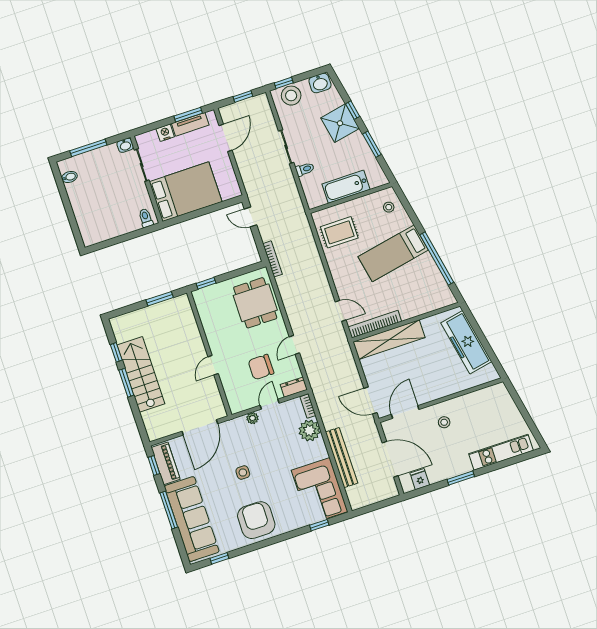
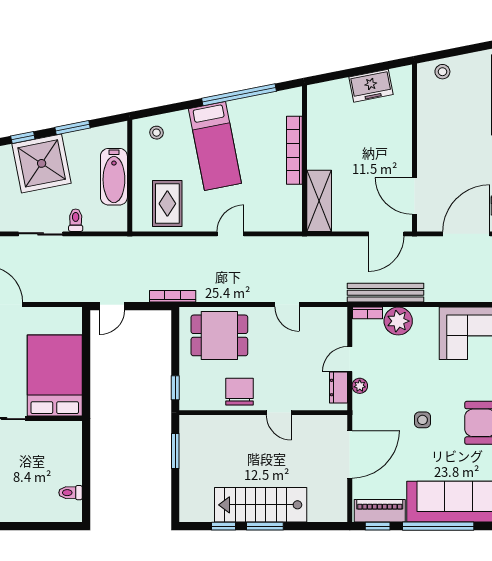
shower: (340, 123) -> (42, 163), width x1.37, depth x1.37
toilet: (146, 218) -> (70, 493), moved
door: (341, 311) -> (231, 234), moved
bookcase: (375, 324) -> (294, 150), moved
shelving: (389, 340) -> (319, 201), width x0.68
freezer: (466, 342) -> (371, 86), width x0.52, depth x0.79
chair: (261, 367) -> (240, 392), moved, turned 180
dresser: (294, 387) -> (338, 388), moved
door: (270, 404) -> (350, 359), hinge flipped
stool: (444, 422) -> (442, 72), moved
door: (200, 427) -> (350, 454), hinge flipped
bench: (342, 458) -> (385, 293), moved
window: (169, 510) -> (438, 526), width x1.46

